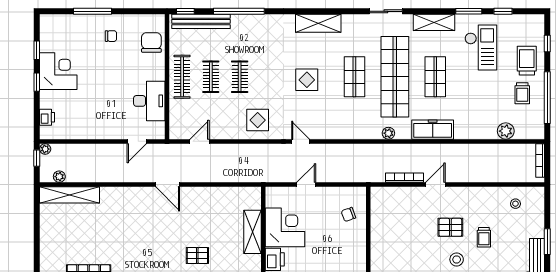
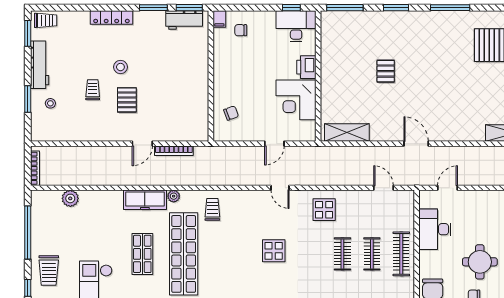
round table: (105, 69) -> (480, 262), added
shop shelf: (354, 77) -> (225, 254), removed
trolley: (522, 93) -> (212, 209), moved
plant: (388, 133) -> (174, 196), moved
door: (199, 141) -> (383, 188), swing flipped
stool: (515, 204) -> (50, 103), moved
pallet: (450, 227) -> (127, 100), turned 90
shelving: (252, 232) -> (347, 133), moved, turned 90
window: (547, 242) -> (28, 99), moved
pallet: (197, 256) -> (386, 71), turned 90

